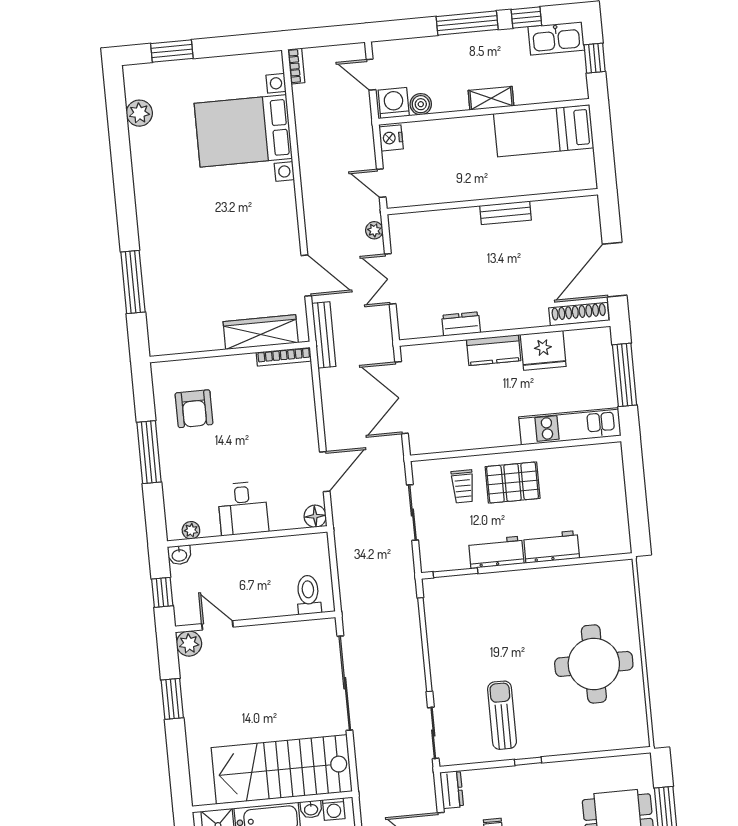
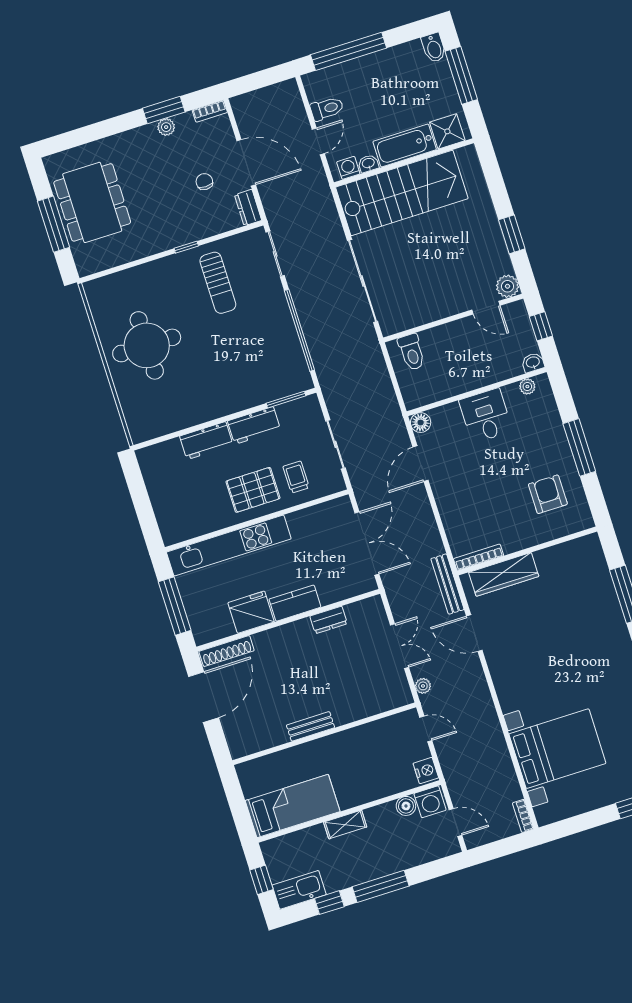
kitchen unit: (570, 426) -> (229, 545), width x1.36

